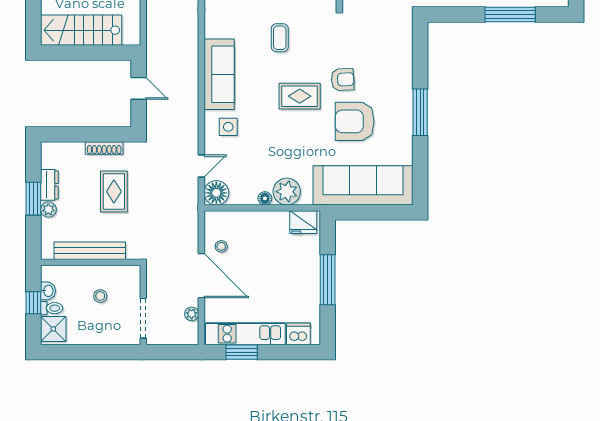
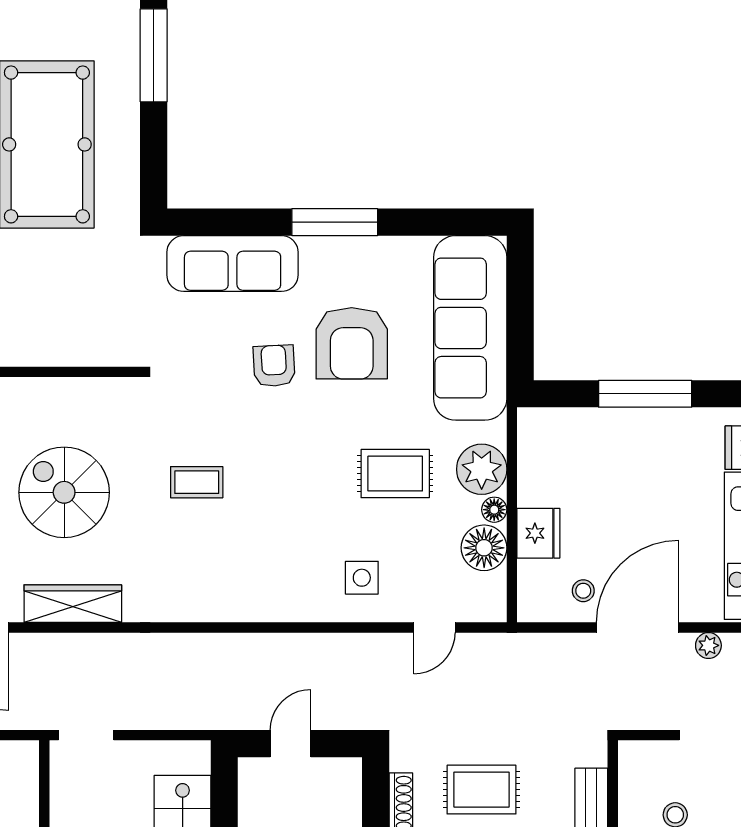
sofa: (219, 74) -> (233, 264), moved, turned 180
rug: (300, 96) -> (395, 474), moved, turned 90
door: (201, 166) -> (434, 628), swing flipped
floor lamp: (216, 193) -> (484, 548), moved
fridge: (303, 222) -> (538, 533), moved

